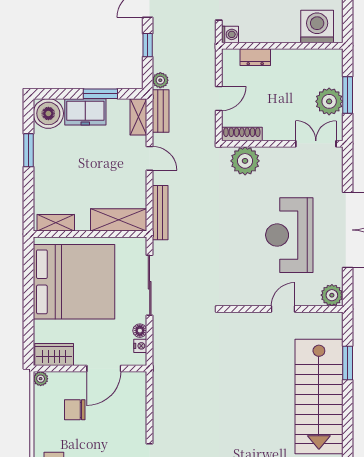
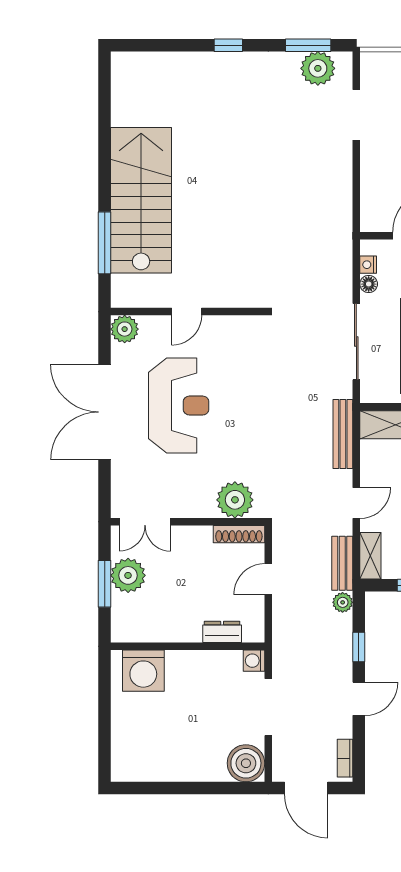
door: (150, 158) -> (356, 503), swing flipped
window: (348, 363) -> (105, 243), width x1.44

